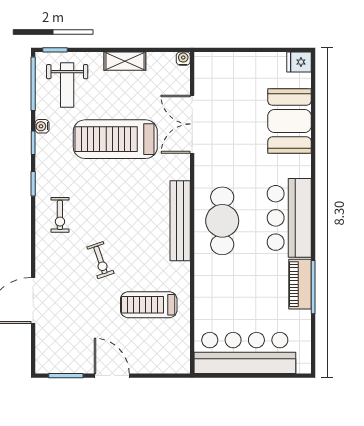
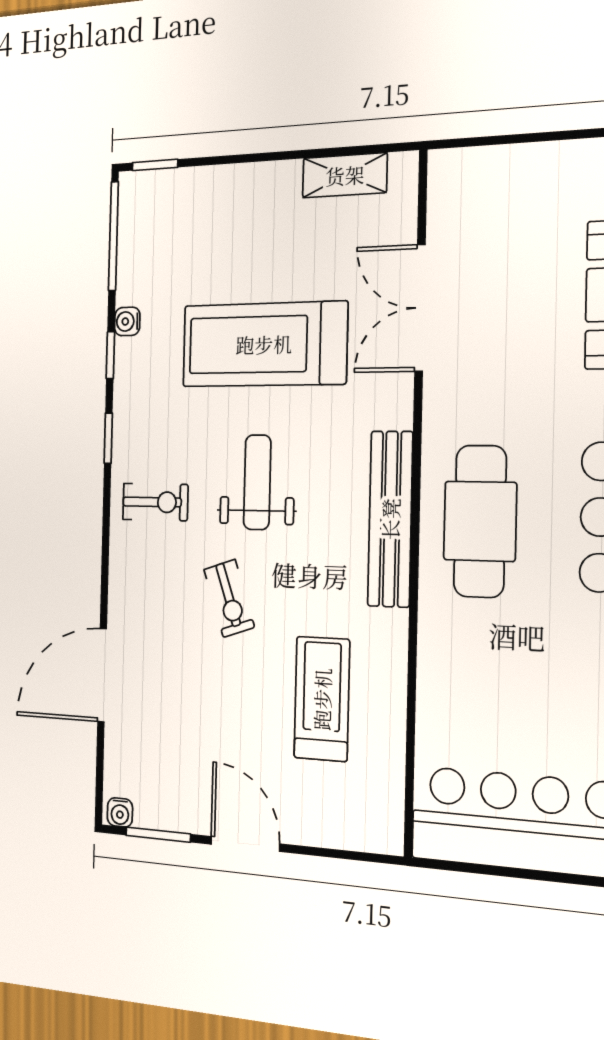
water cooler: (183, 59) -> (120, 812), moved, turned 180
shelving: (125, 61) -> (345, 175), moved
weight bench: (67, 85) -> (257, 482), moved, turned 180
exercise bike: (60, 215) -> (155, 502), turned -90
treadmill: (149, 305) -> (322, 699), turned 90

